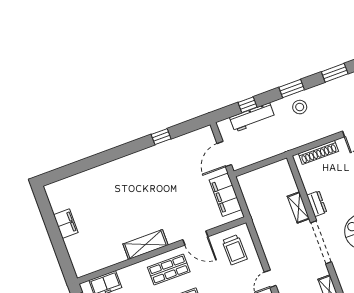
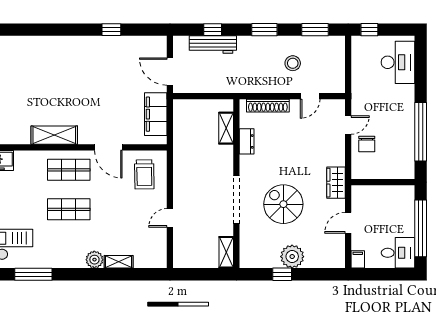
stool: (300, 107) -> (293, 63), moved
door: (224, 154) -> (170, 72), hinge flipped
dresser: (317, 204) -> (247, 141), moved
shelving: (298, 208) -> (226, 128), moved

